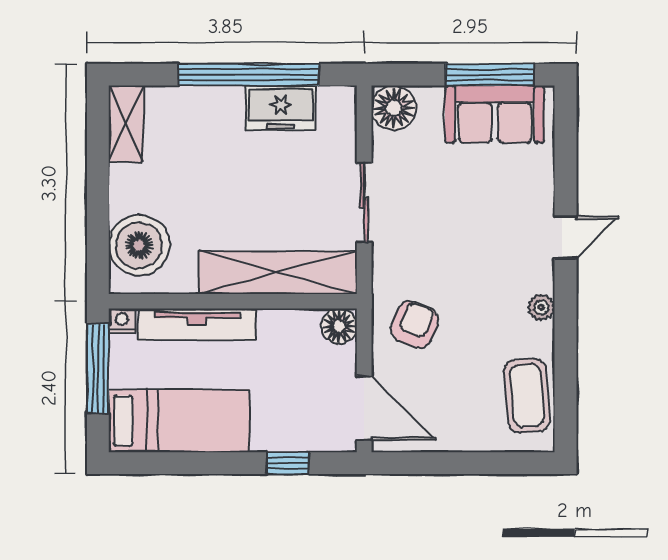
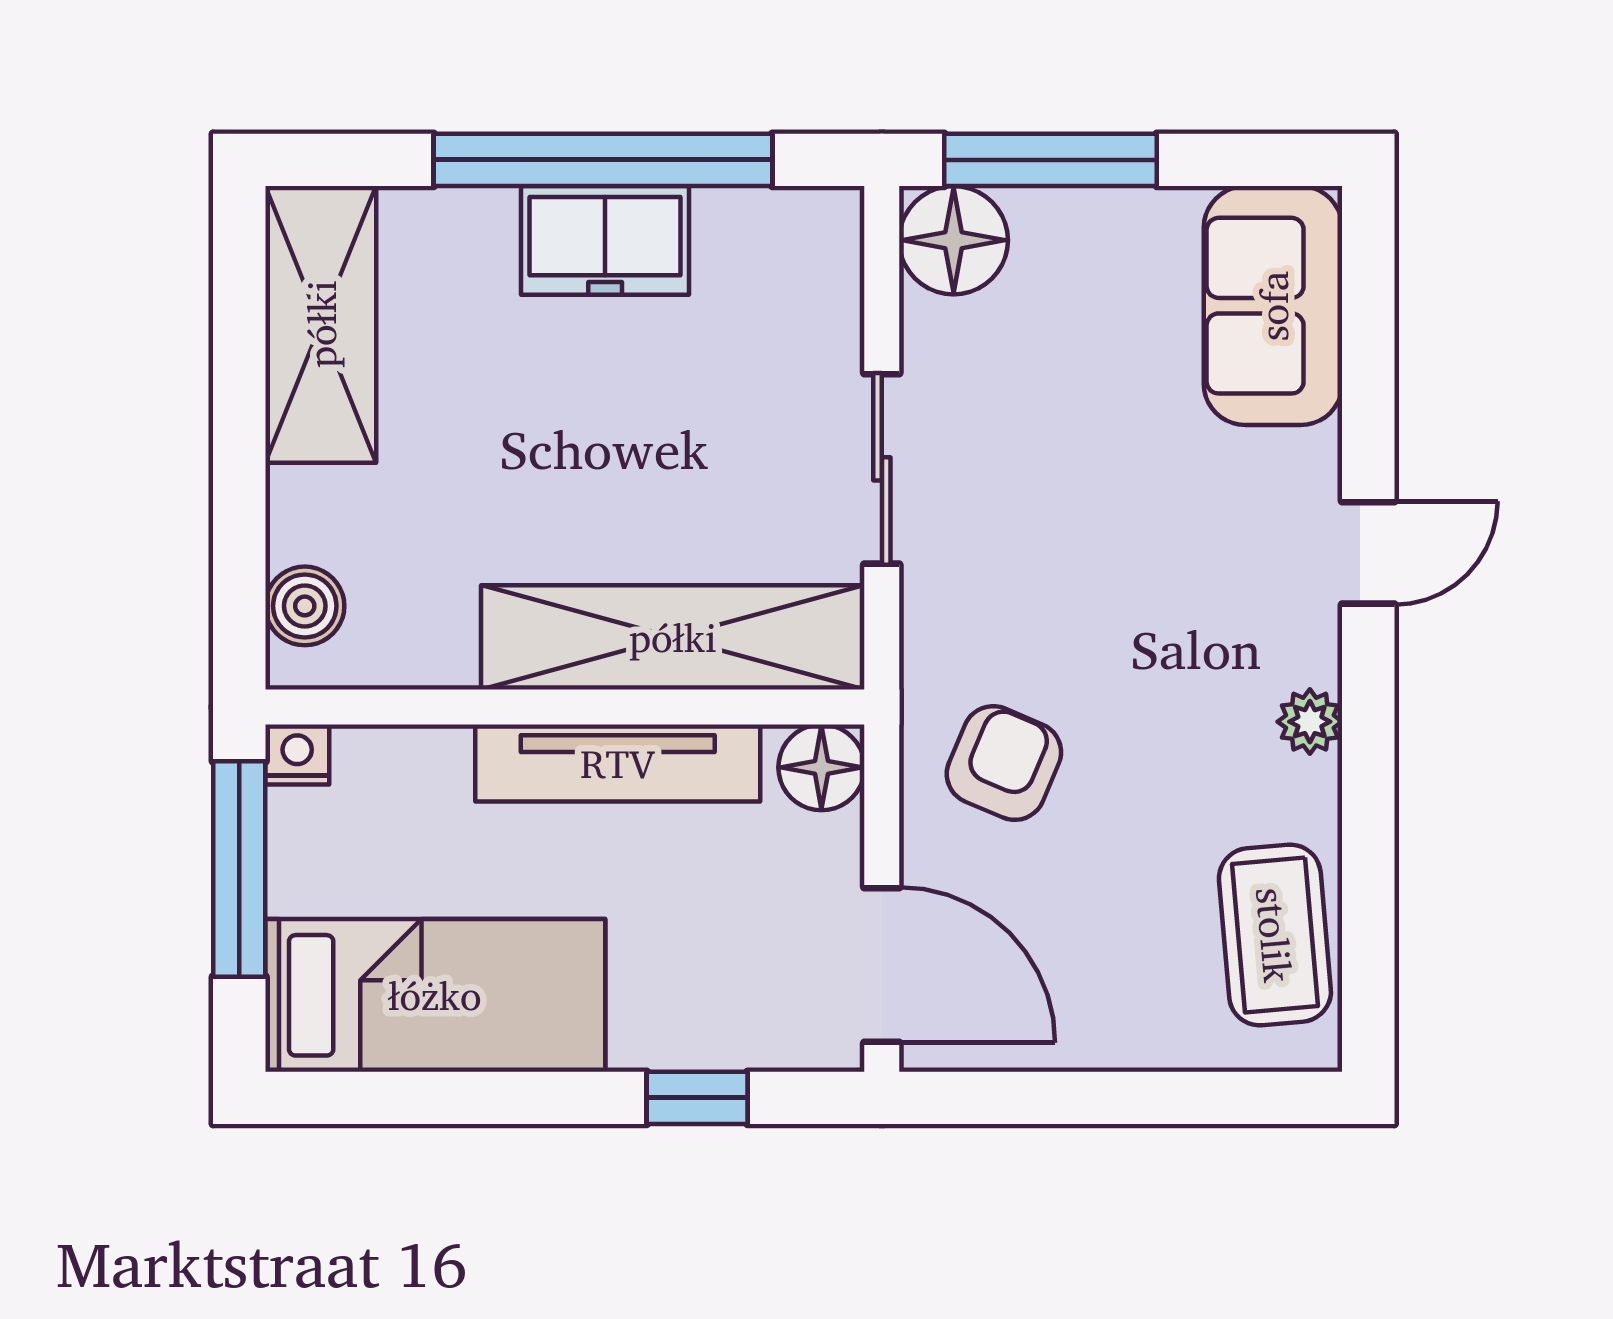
window: (490, 75) -> (1050, 160), moved
freezer: (281, 108) -> (605, 240), moved
sofa: (495, 114) -> (1273, 306), moved, turned 90
shelving: (126, 124) -> (321, 324), width x1.50, depth x1.33
boiler: (139, 245) -> (305, 606), width x0.54, depth x0.54
tv unit: (197, 324) -> (618, 763), moved

